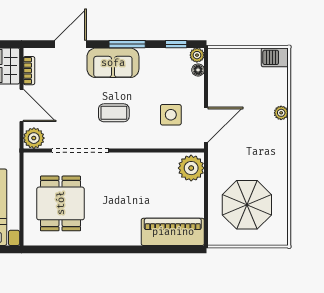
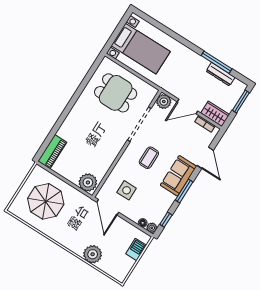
barbecue: (275, 57) -> (136, 250), moved
plant: (281, 113) -> (93, 254), width x1.87, depth x1.87
piano: (173, 232) -> (52, 152), width x0.73, depth x0.75

